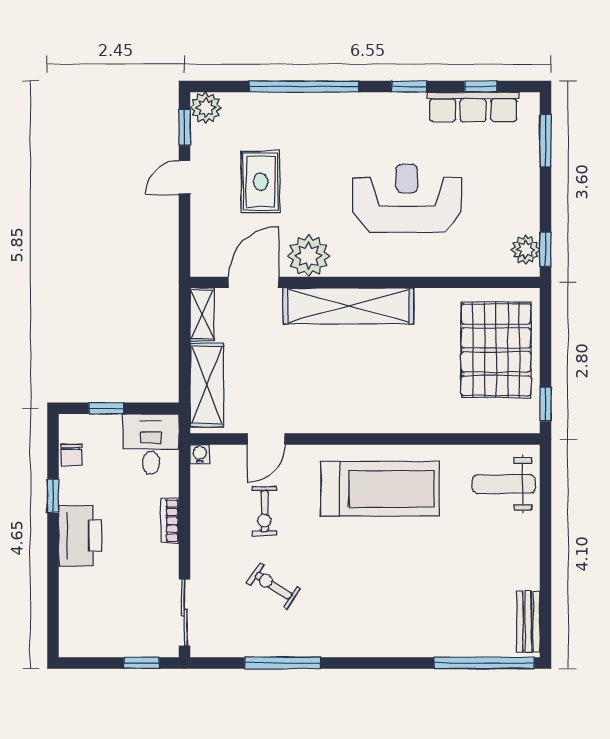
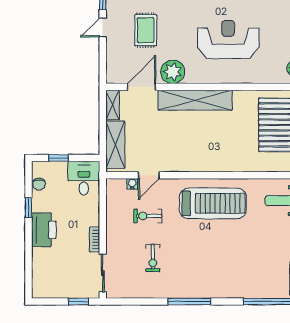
water cooler: (200, 454) -> (132, 184), moved
exercise bike: (264, 511) -> (148, 216), turned 90
bookcase: (170, 521) -> (95, 239), moved
exercise bike: (273, 586) -> (153, 258), turned -123
window: (283, 663) -> (189, 302), moved

